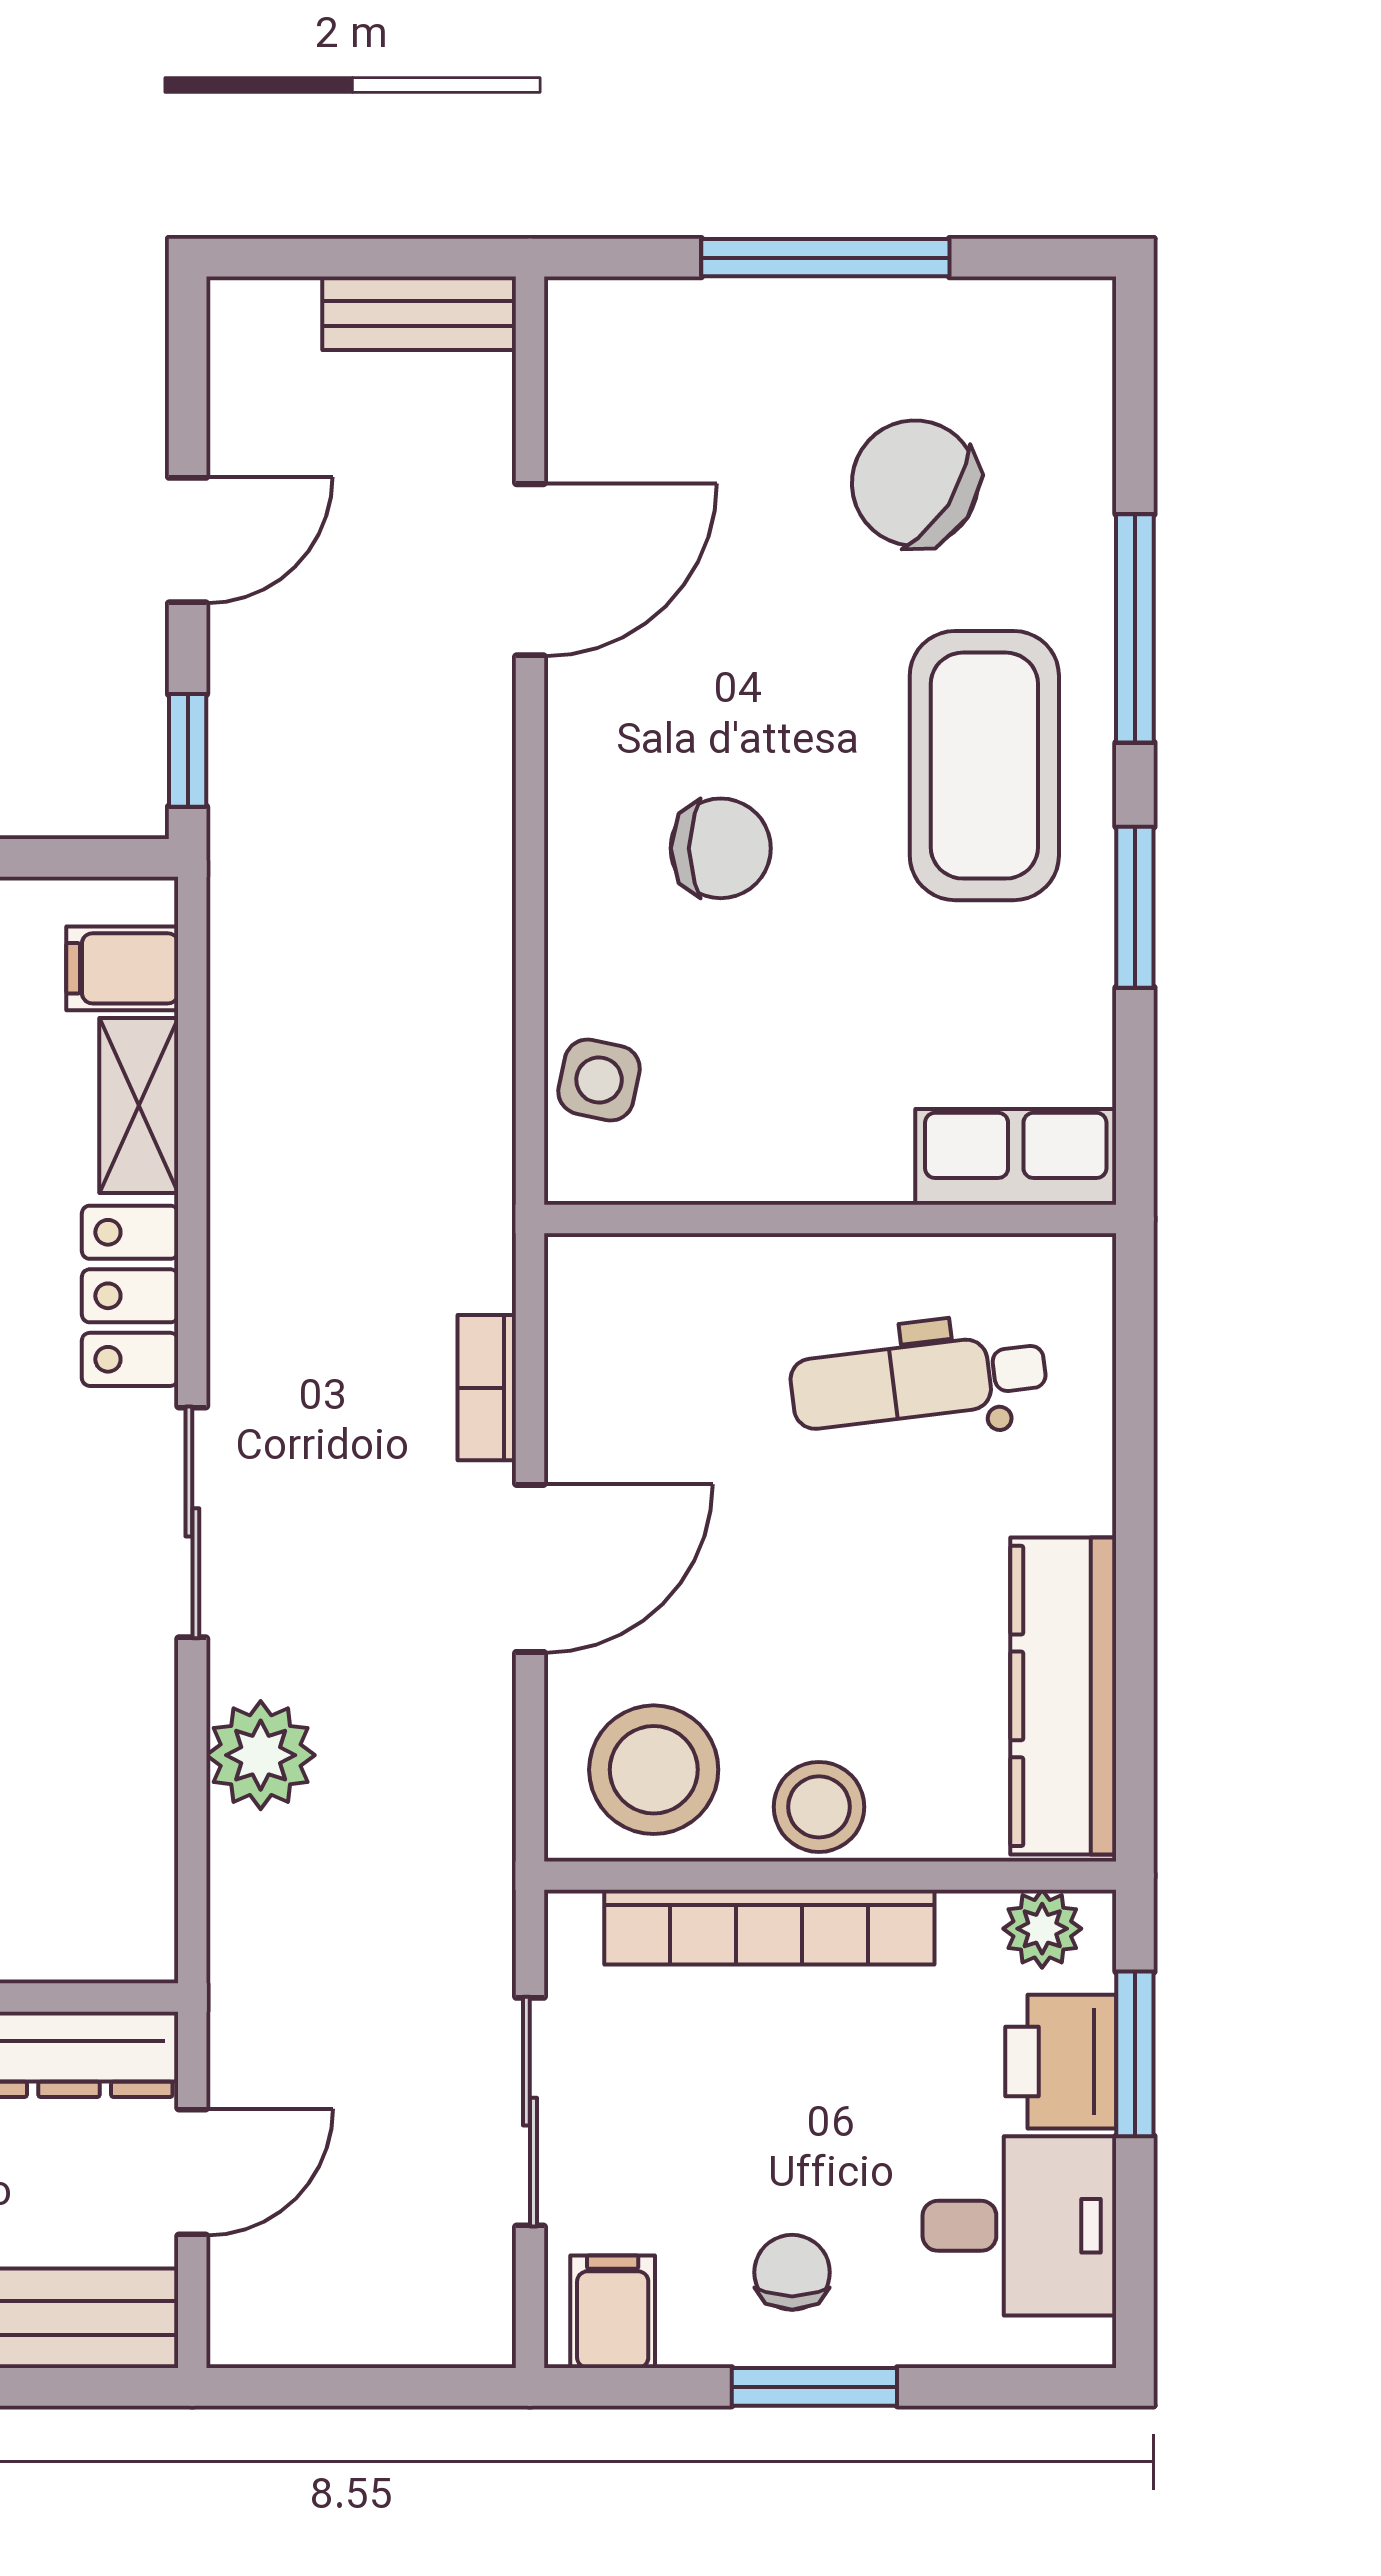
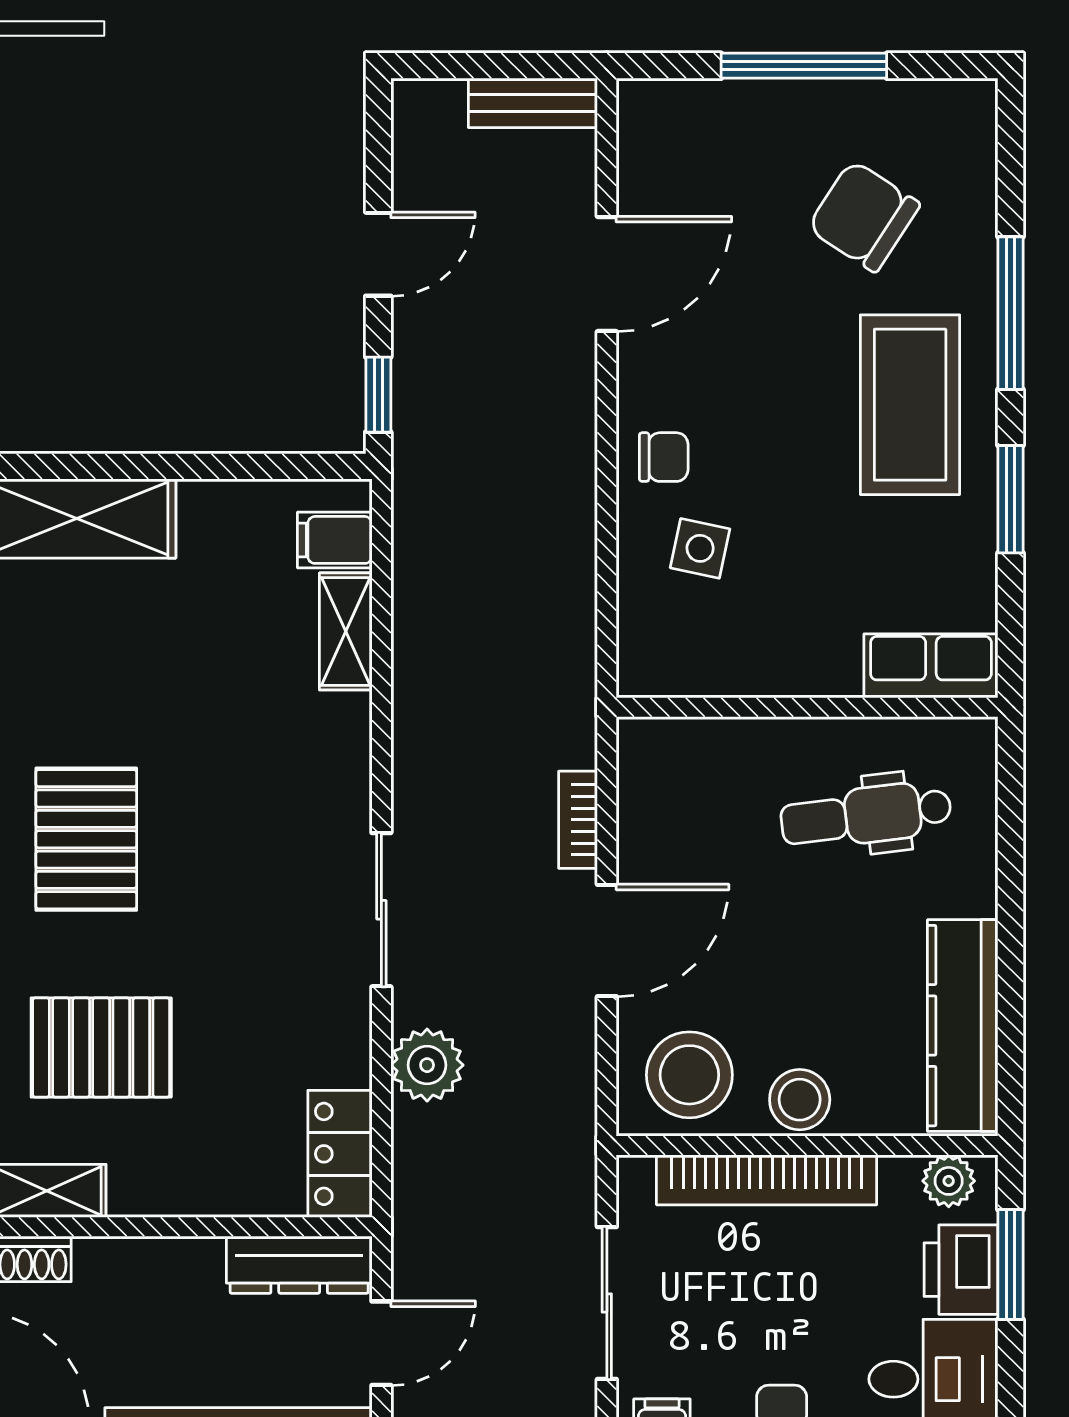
chair: (721, 848) -> (664, 457), moved, width x0.73, depth x0.73
side table: (599, 1080) -> (700, 548), moved
locker: (130, 1296) -> (340, 1154), moved

